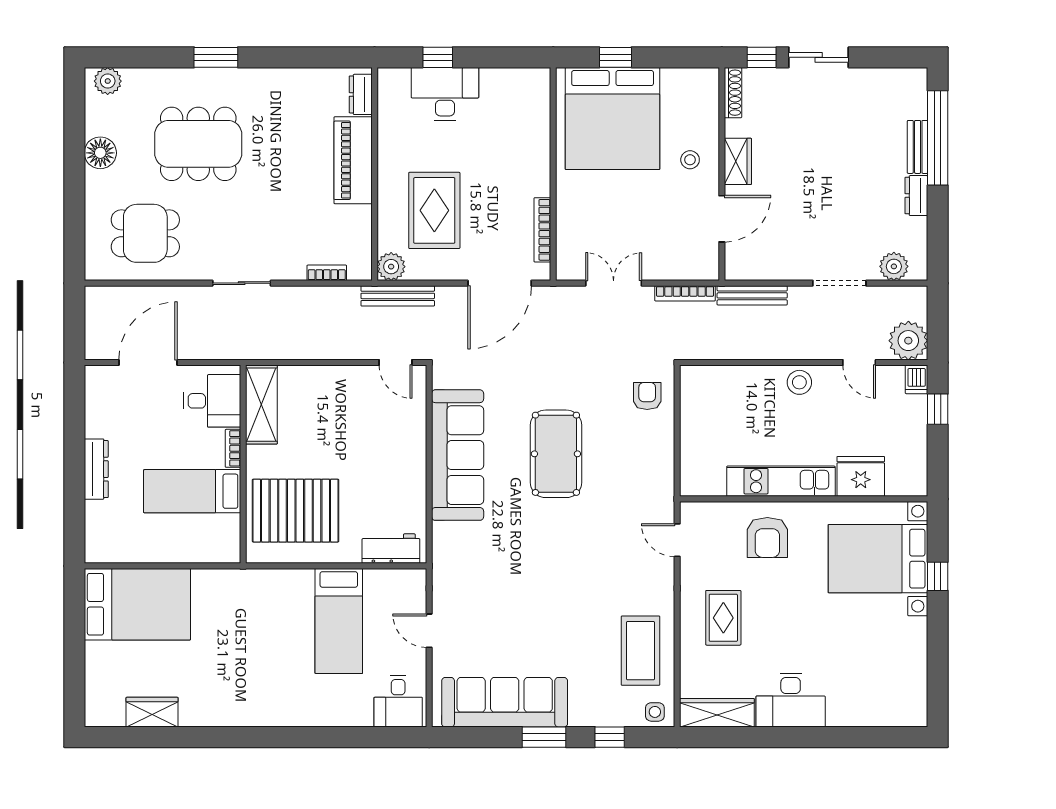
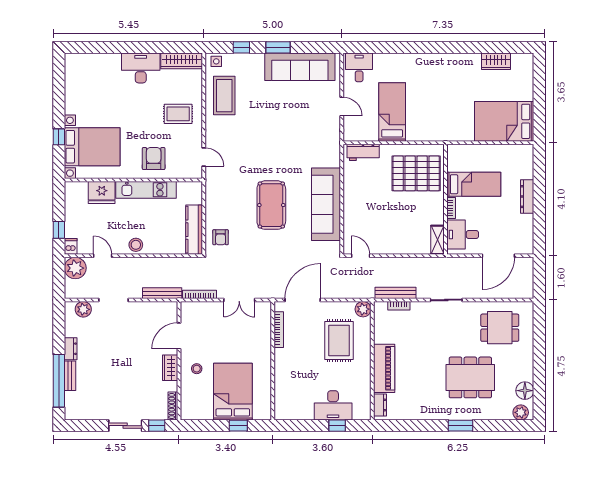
bed: (613, 119) -> (233, 392), width x0.73
floor lamp: (100, 153) -> (525, 391), moved
bench: (398, 296) -> (396, 293), moved
shelving: (261, 405) -> (437, 240), width x0.67, depth x0.75
kitchen counter: (695, 410) -> (194, 230), added
rug: (723, 618) -> (178, 114), turned 90

